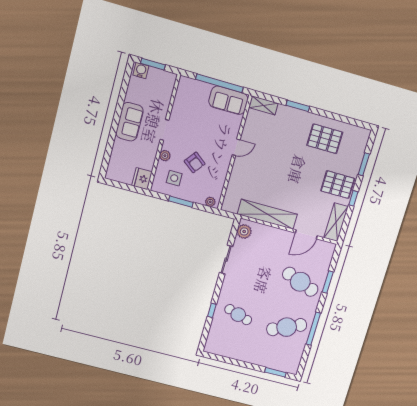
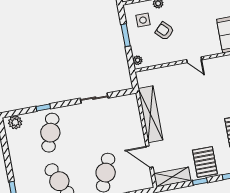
armchair: (195, 162) -> (164, 31), turned 97
plant: (244, 231) -> (15, 122), moved
cafe table: (238, 315) -> (50, 133), width x1.37, depth x1.35

